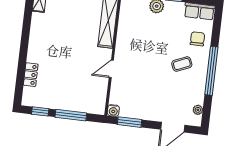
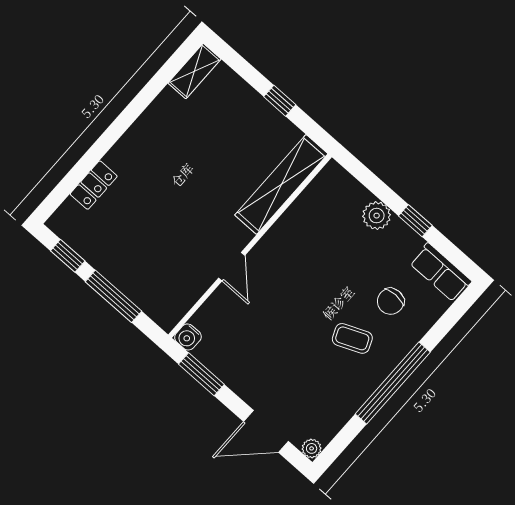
chair: (197, 39) -> (391, 301), moved, turned 180
door: (111, 69) -> (232, 267), swing flipped
plant: (198, 110) -> (312, 448), moved

